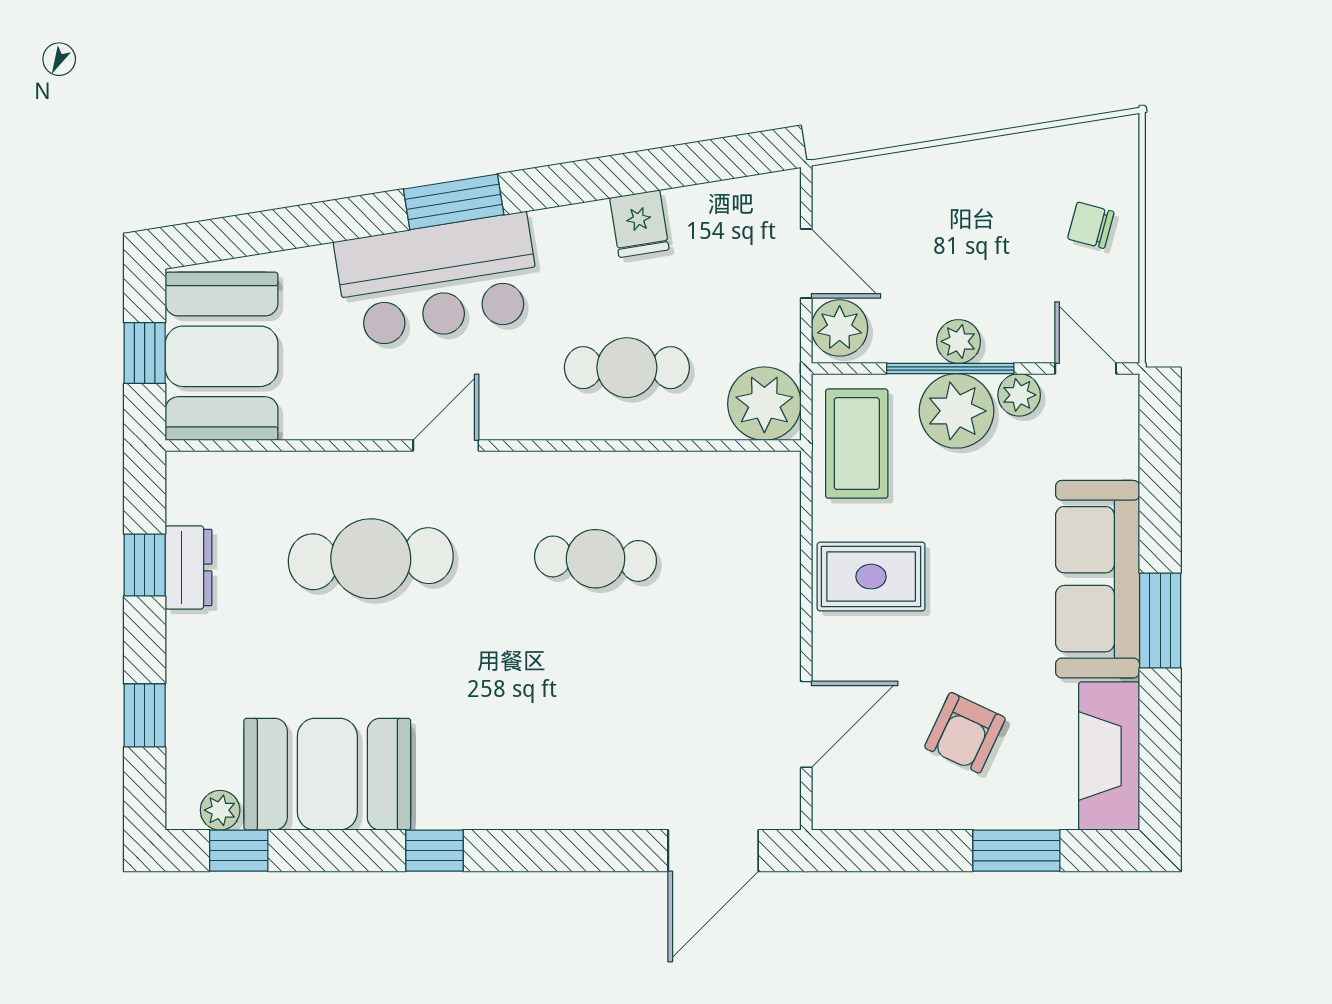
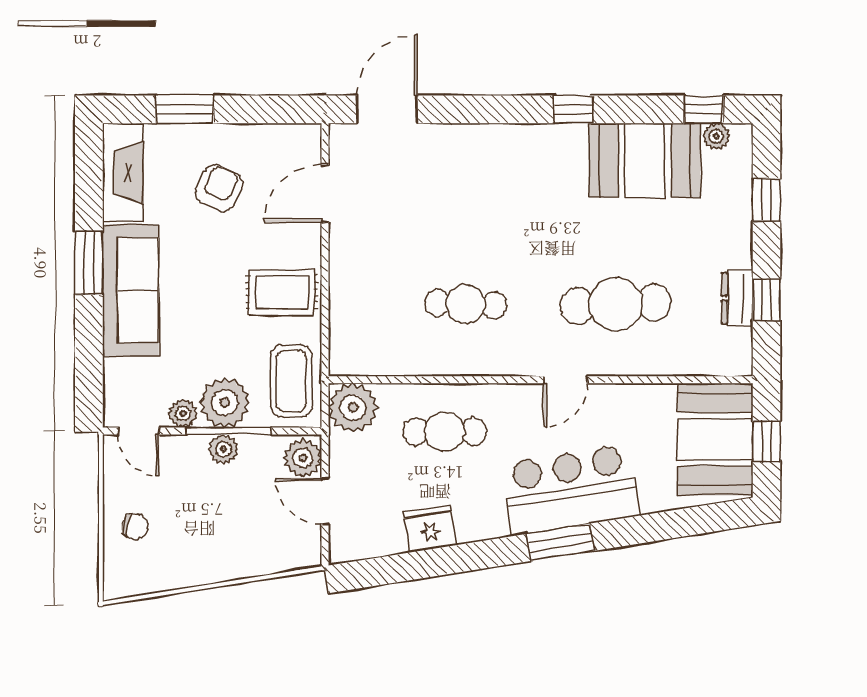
fridge: (639, 224) -> (430, 529), width x1.38

